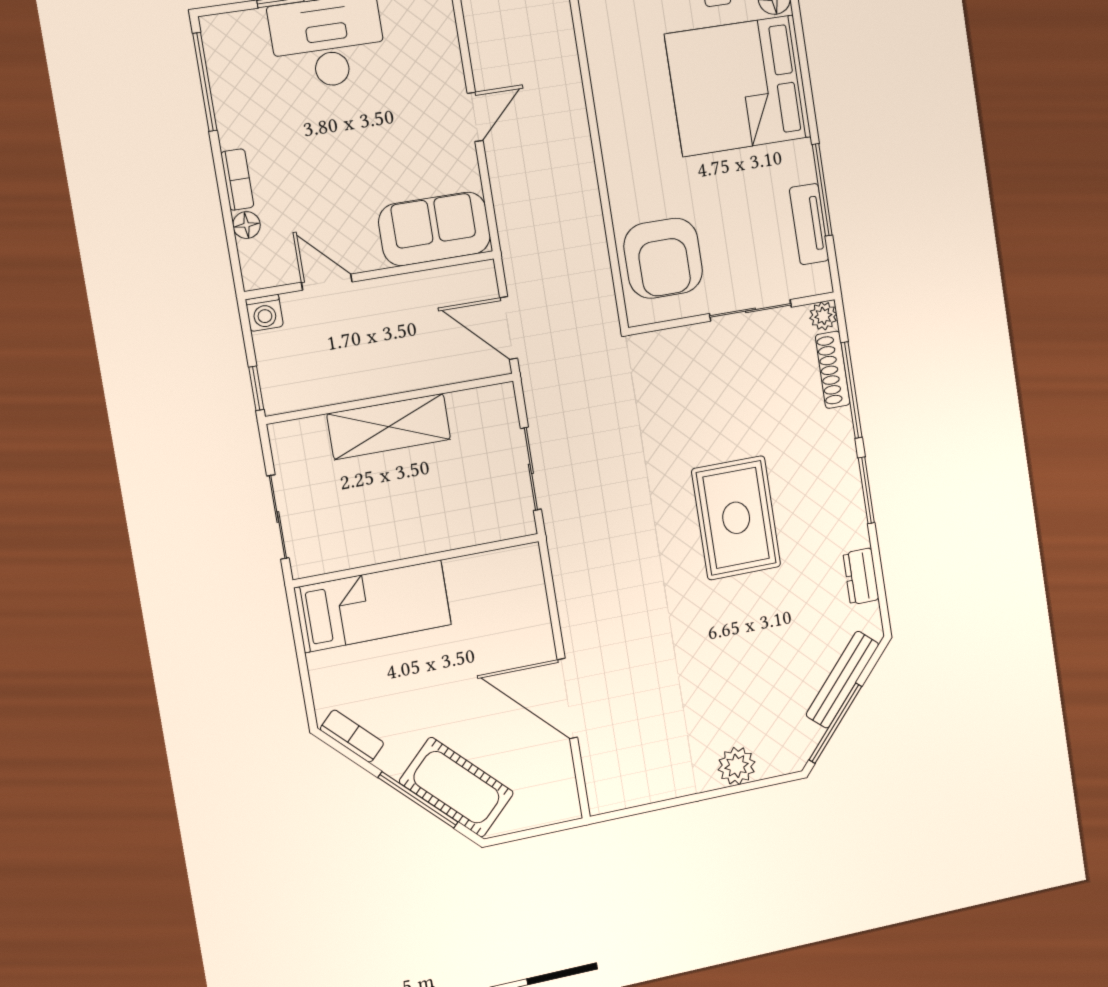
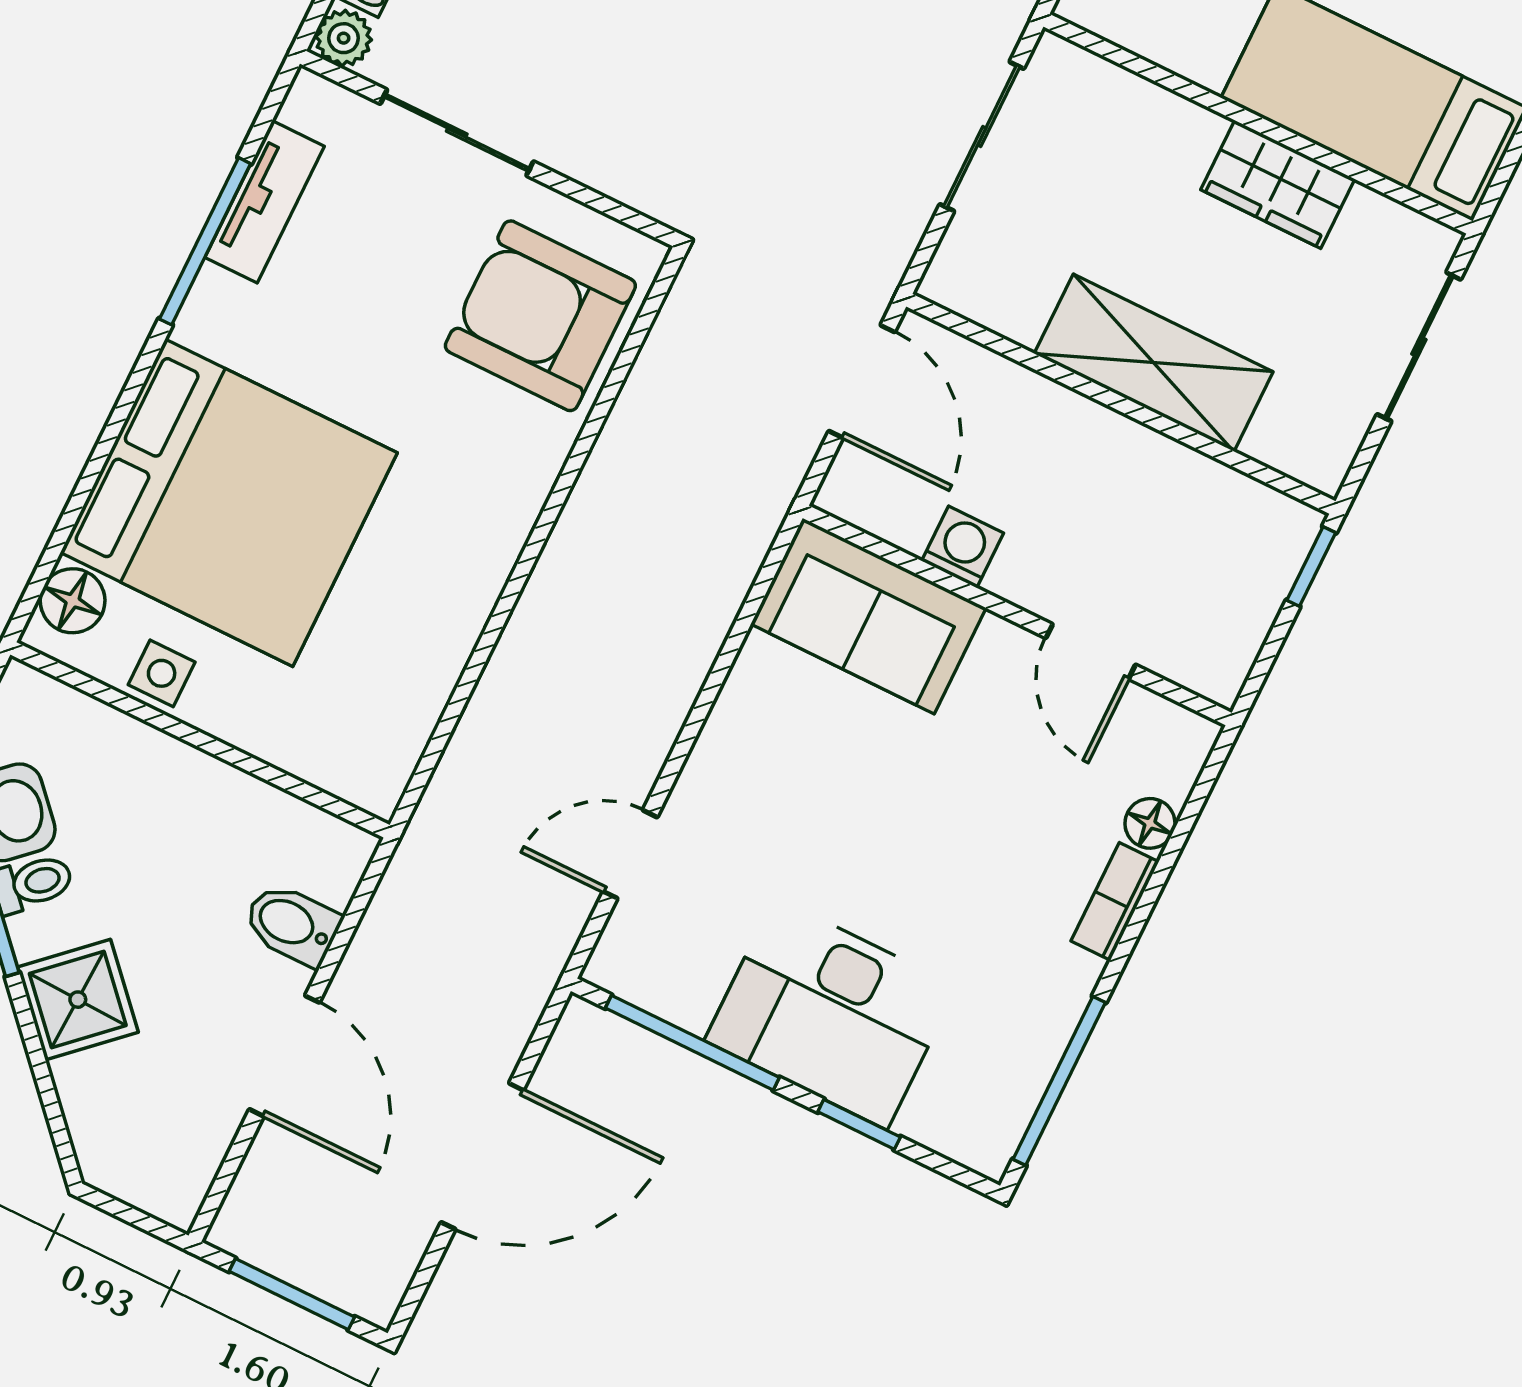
door: (475, 117) -> (630, 854), moved
armchair: (663, 258) -> (540, 316), turned -90
washing machine: (264, 313) -> (963, 547), moved
wardrobe: (390, 541) -> (1278, 184), added

